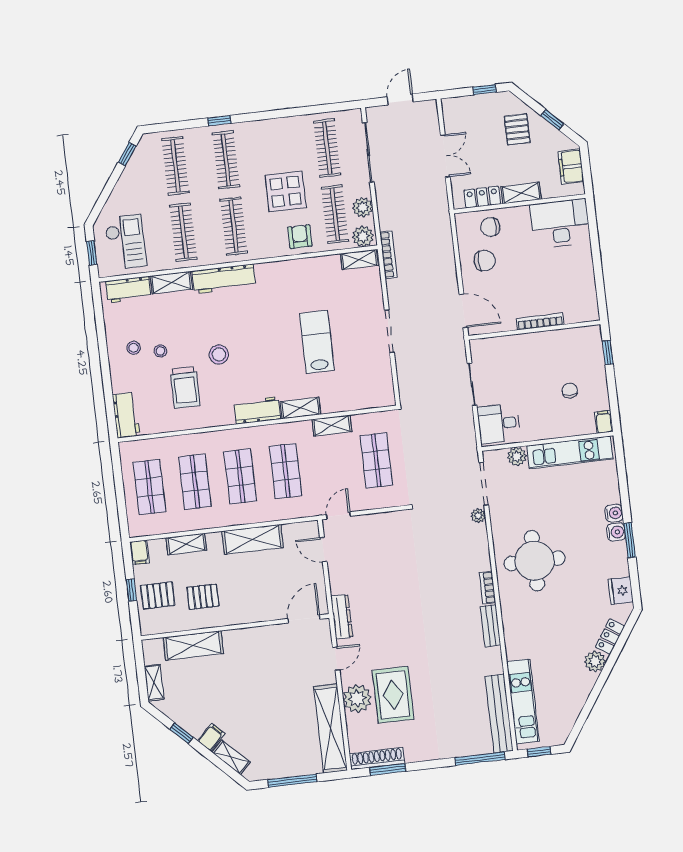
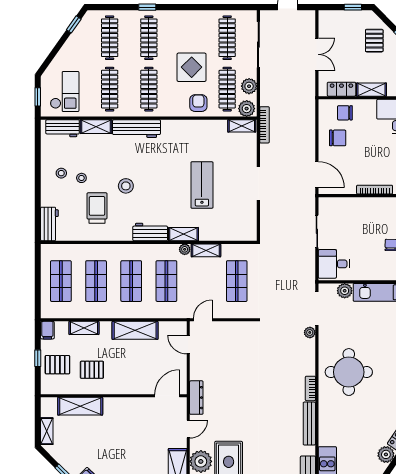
trolley: (185, 387) -> (97, 208), turned 180
plant: (304, 427) -> (185, 249), added
bench: (491, 626) -> (309, 424), width x1.36

